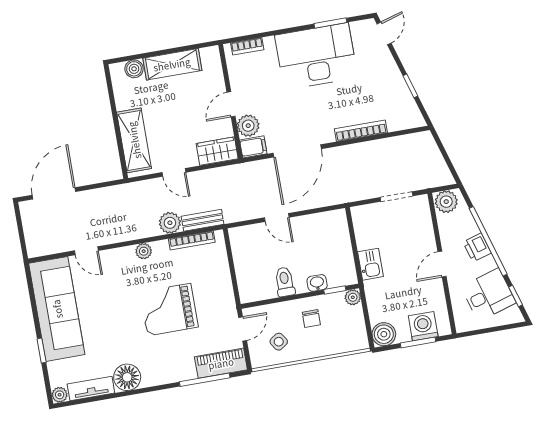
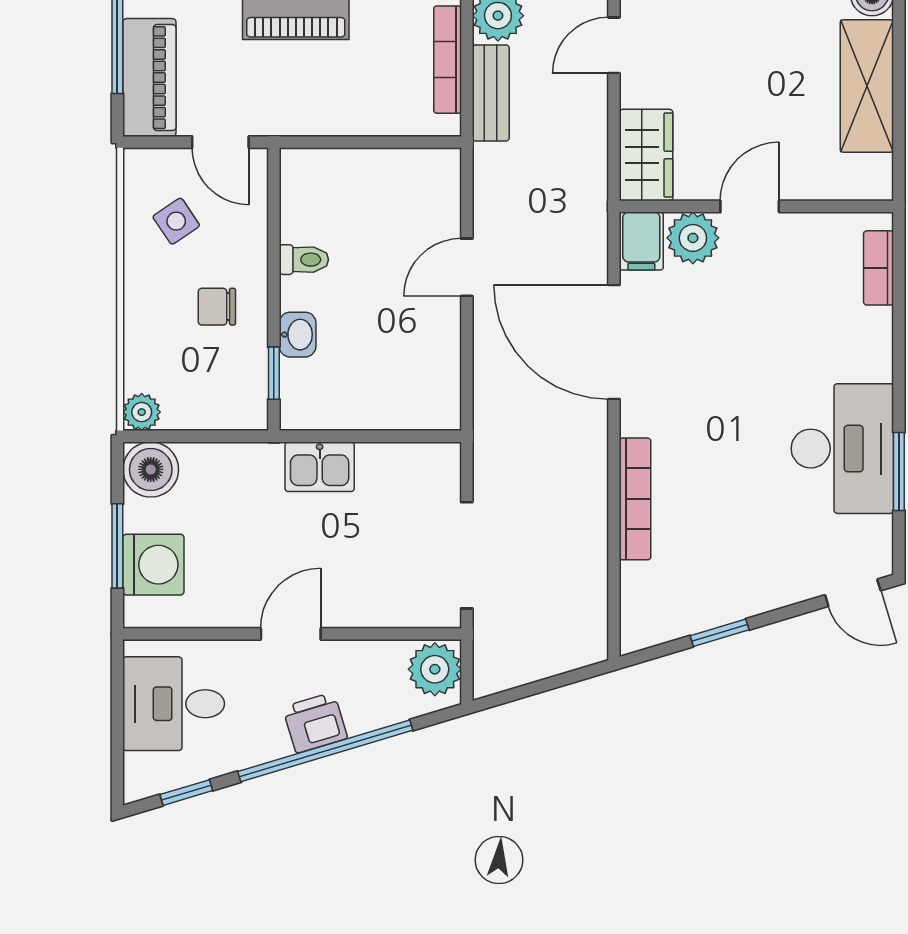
desk: (316, 56) -> (842, 449), width x0.73, depth x0.77
door: (231, 104) -> (750, 206), hinge flipped
doorway: (397, 197) -> (467, 555), width x1.38
door: (442, 264) -> (291, 634), hinge flipped
toilet: (285, 282) -> (304, 260), width x0.73, depth x0.72
desk: (488, 295) -> (174, 704), moved, turned 107
plant: (353, 297) -> (142, 412), moved

